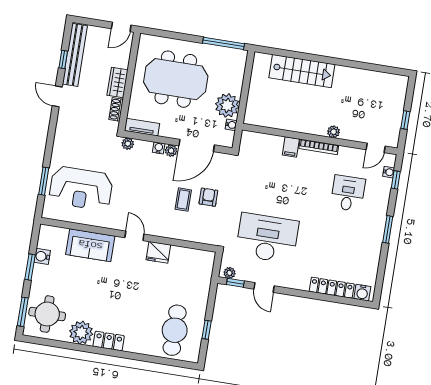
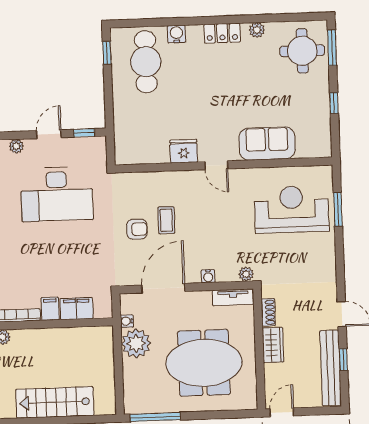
filing cabinet: (270, 143) -> (76, 309), added
plant: (171, 151) -> (193, 276), removed
armchair: (208, 197) -> (137, 229), turned -90
water cooler: (42, 256) -> (176, 34), moved, turned -90
window: (30, 267) -> (334, 103), width x0.67
plant: (230, 273) -> (16, 146), moved
door: (264, 287) -> (49, 134), hinge flipped
window: (207, 330) -> (107, 53), moved
plant: (81, 333) -> (257, 30), width x0.53, depth x0.53

